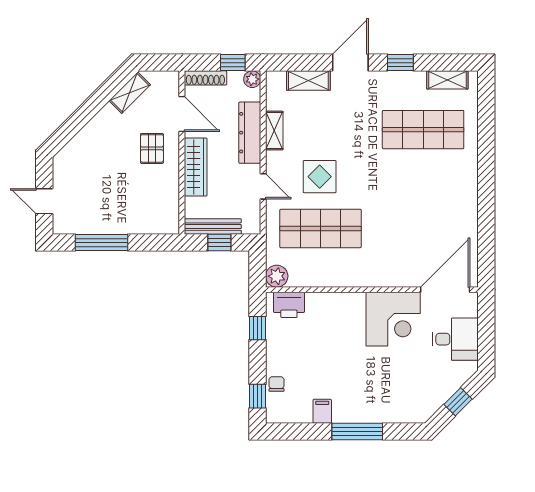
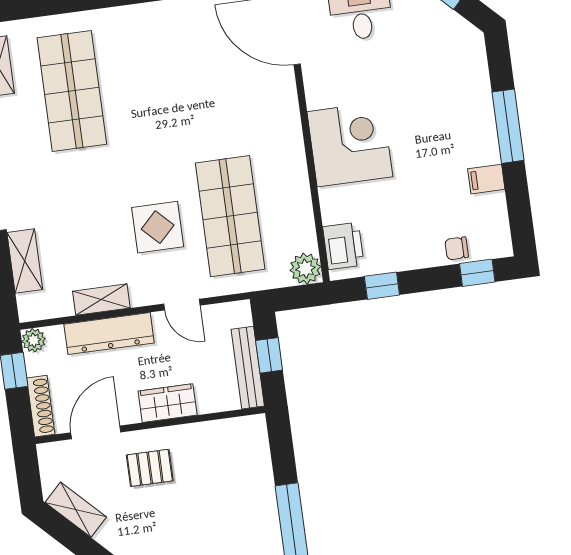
wardrobe: (196, 167) -> (168, 403), width x0.67
door: (263, 186) -> (182, 305), swing flipped
corner desk: (393, 319) -> (350, 144), moved

